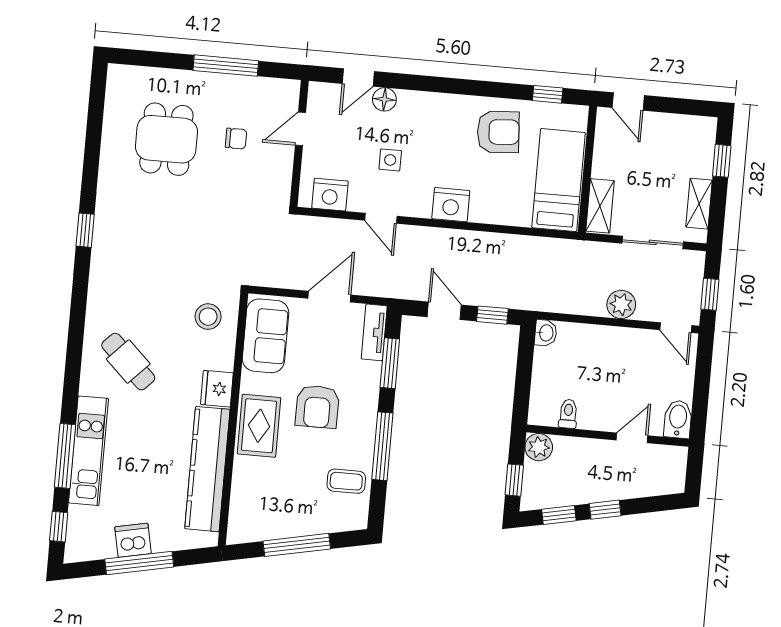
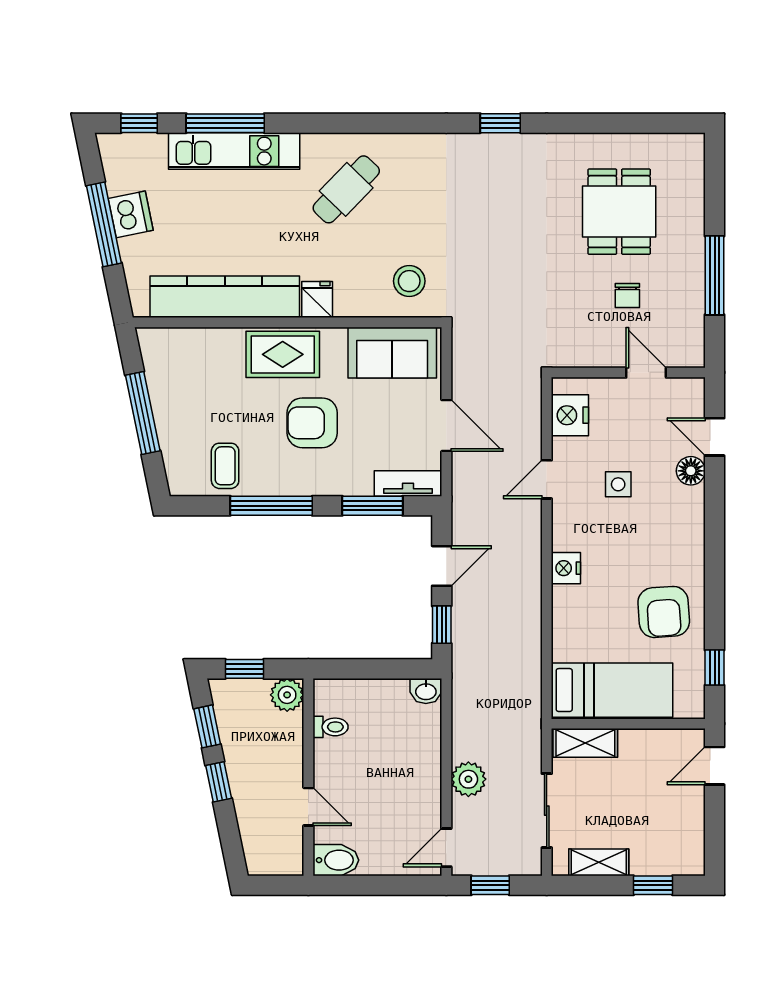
dining table: (166, 139) -> (619, 212), turned 90
nightstand: (451, 205) -> (566, 568), width x0.74, depth x0.75
fridge: (217, 389) -> (317, 300), width x0.72

